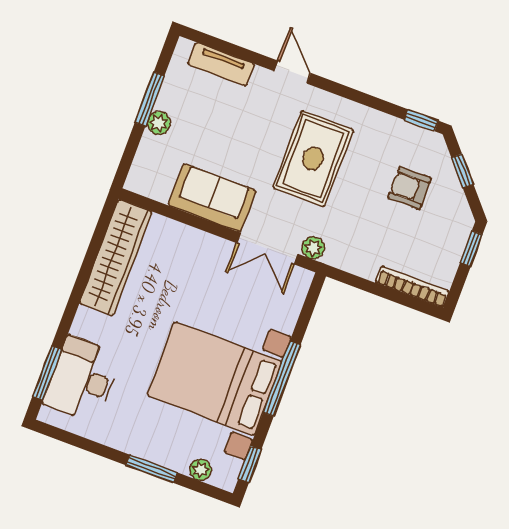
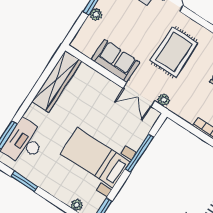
bed with nightstands: (215, 379) -> (95, 158), width x0.73
window: (282, 379) -> (139, 153), moved
window: (152, 469) -> (24, 181), moved

